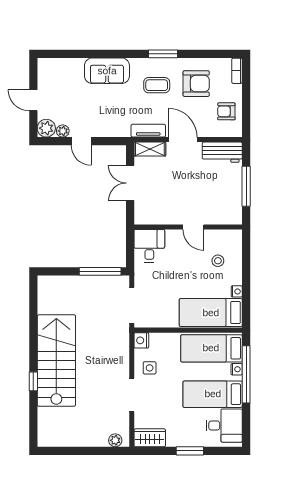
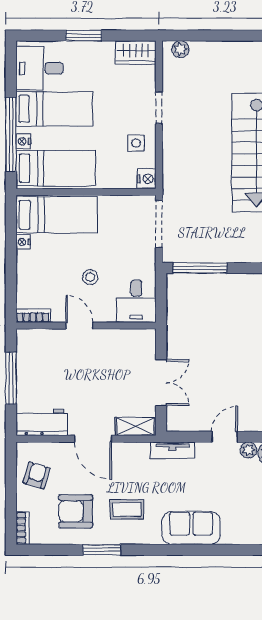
window: (163, 54) -> (102, 550), moved
armchair: (226, 111) -> (36, 475), turned -73
tv unit: (148, 131) -> (173, 450), moved
door: (81, 141) -> (225, 437), hinge flipped
bookcase: (229, 235) -> (33, 316), added
stool: (218, 261) -> (90, 277), moved
doorway: (132, 395) -> (159, 108), width x0.73

